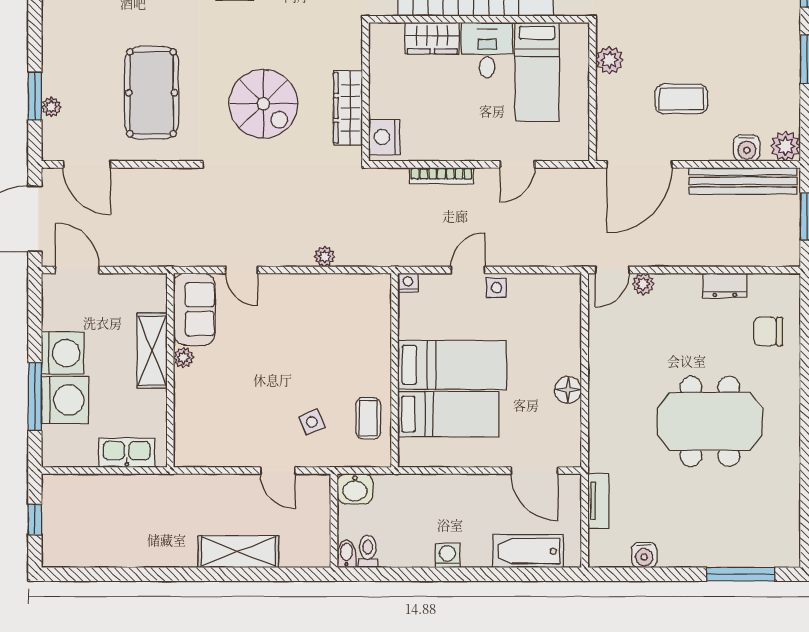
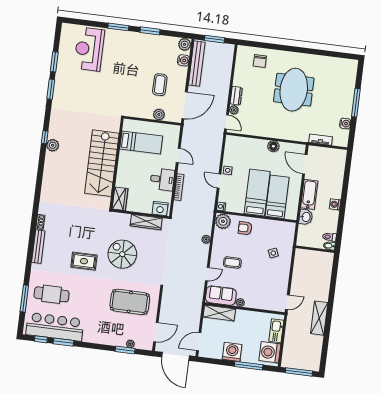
wardrobe: (432, 38) -> (120, 199), moved
desk: (487, 50) -> (162, 179), moved, turned 180
plant: (610, 60) -> (159, 114), moved
spiral stairs: (263, 104) -> (122, 254), moved, turned -90
door: (639, 164) -> (185, 105), hinge flipped
dresser: (725, 285) -> (236, 96), moved
plant: (373, 292) -> (223, 221), added
armchair: (363, 347) -> (245, 228), added
shelving: (152, 351) -> (219, 313), moved
washing machine: (65, 400) -> (270, 352), moved, turned -90
coffee table: (368, 418) -> (232, 262), moved
door: (278, 471) -> (287, 302), moved
door: (534, 471) -> (305, 164), swing flipped
washbasin: (355, 489) -> (306, 217), moved
window: (35, 519) -> (299, 372), width x2.17
bathtub: (528, 551) -> (309, 194), moved, turned 180
shelving: (238, 552) -> (319, 318), moved
window: (741, 574) -> (356, 103), moved

